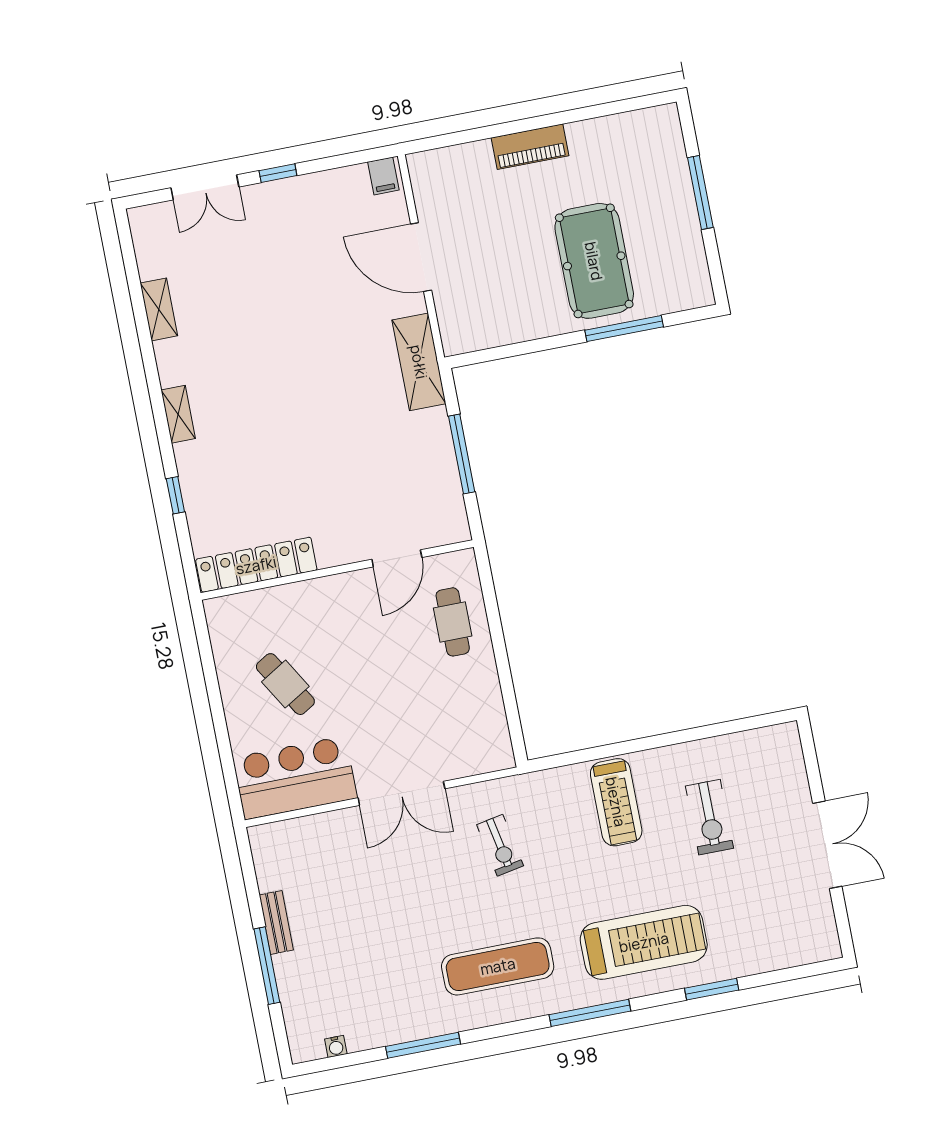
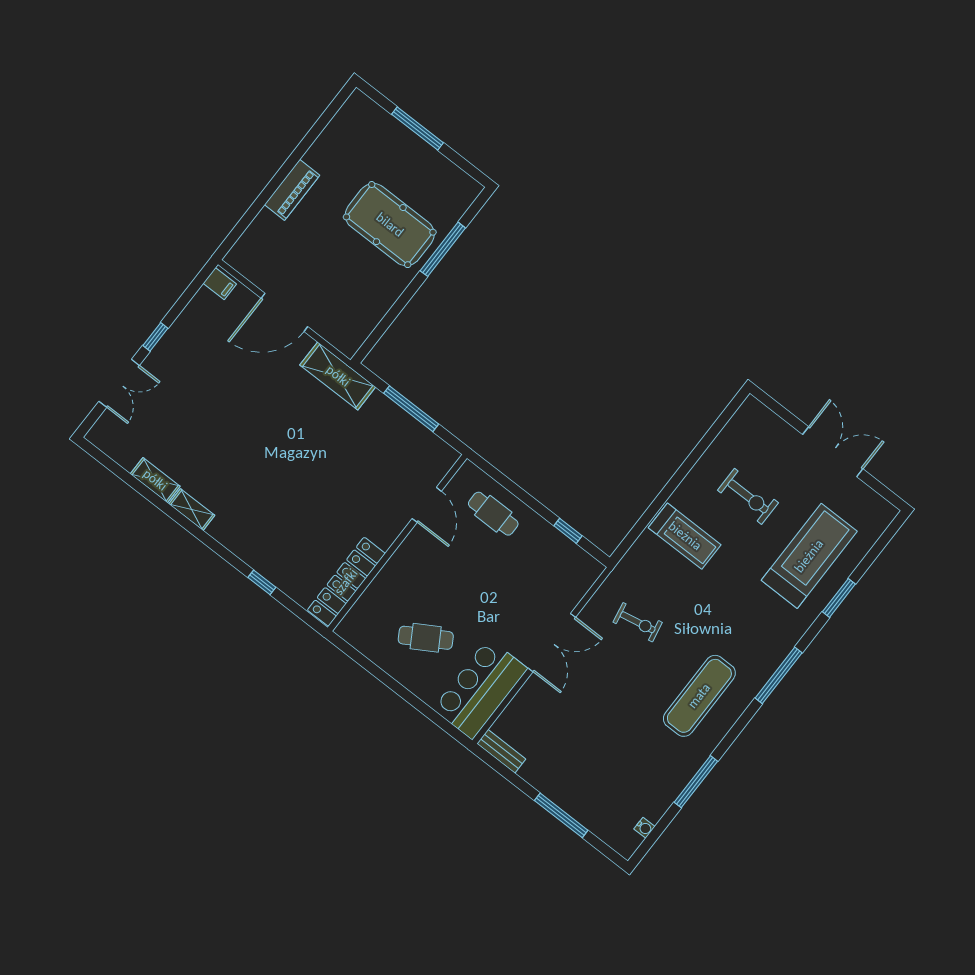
shelving: (178, 414) -> (192, 510), moved
window: (510, 700) -> (568, 531), added
bench: (276, 922) -> (501, 751), moved
treadmill: (644, 942) -> (809, 556), moved

